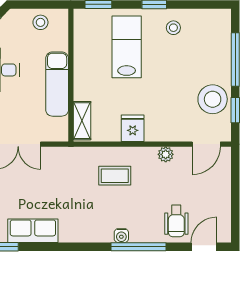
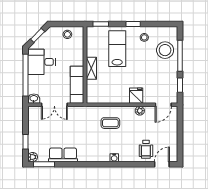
exam couch: (57, 84) -> (77, 85), moved
stool: (213, 99) -> (165, 50), moved
shelving: (82, 121) -> (91, 68), moved
fridge: (133, 128) -> (136, 96), moved
window: (138, 247) -> (124, 164), removed

